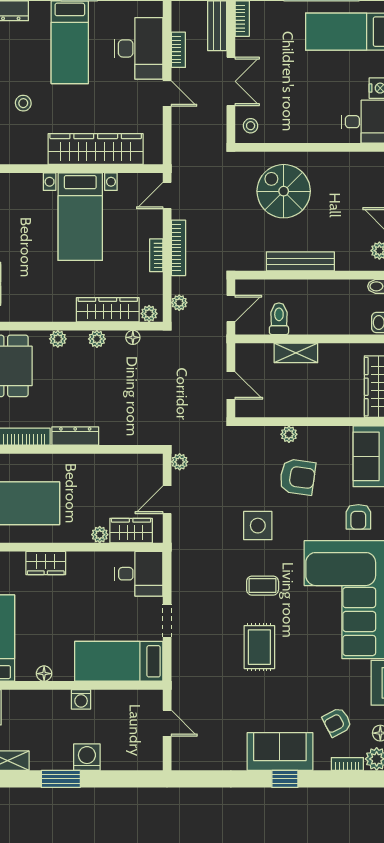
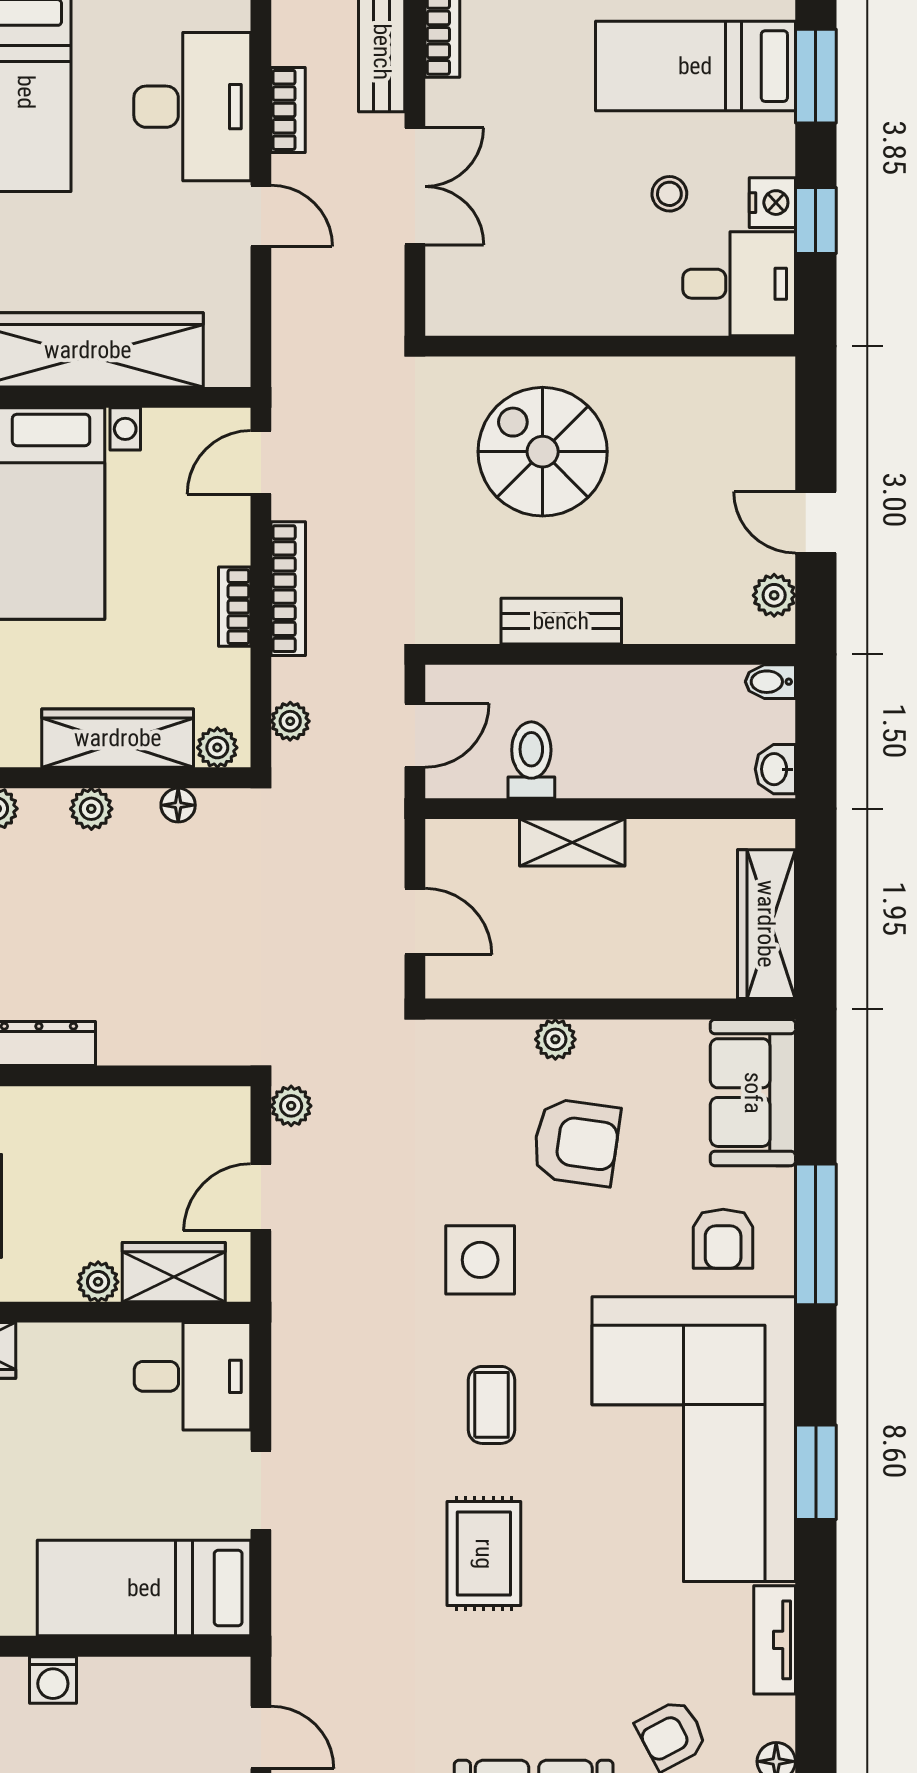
stool: (251, 126) -> (669, 194), moved
bench: (300, 261) -> (561, 621), width x0.73
coffee table: (263, 586) -> (492, 1405), turned 90

